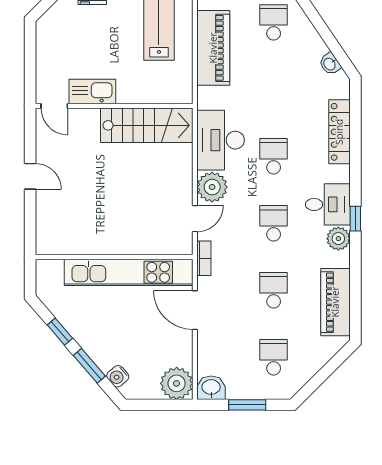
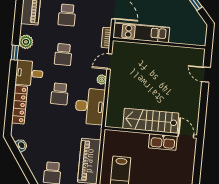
stairs: (147, 125) -> (151, 121), moved
door: (30, 176) -> (206, 75), moved
plant: (212, 187) -> (102, 80), width x0.53, depth x0.53
desk: (328, 204) -> (29, 73), moved
kitchen unit: (129, 272) -> (141, 33), width x0.73

